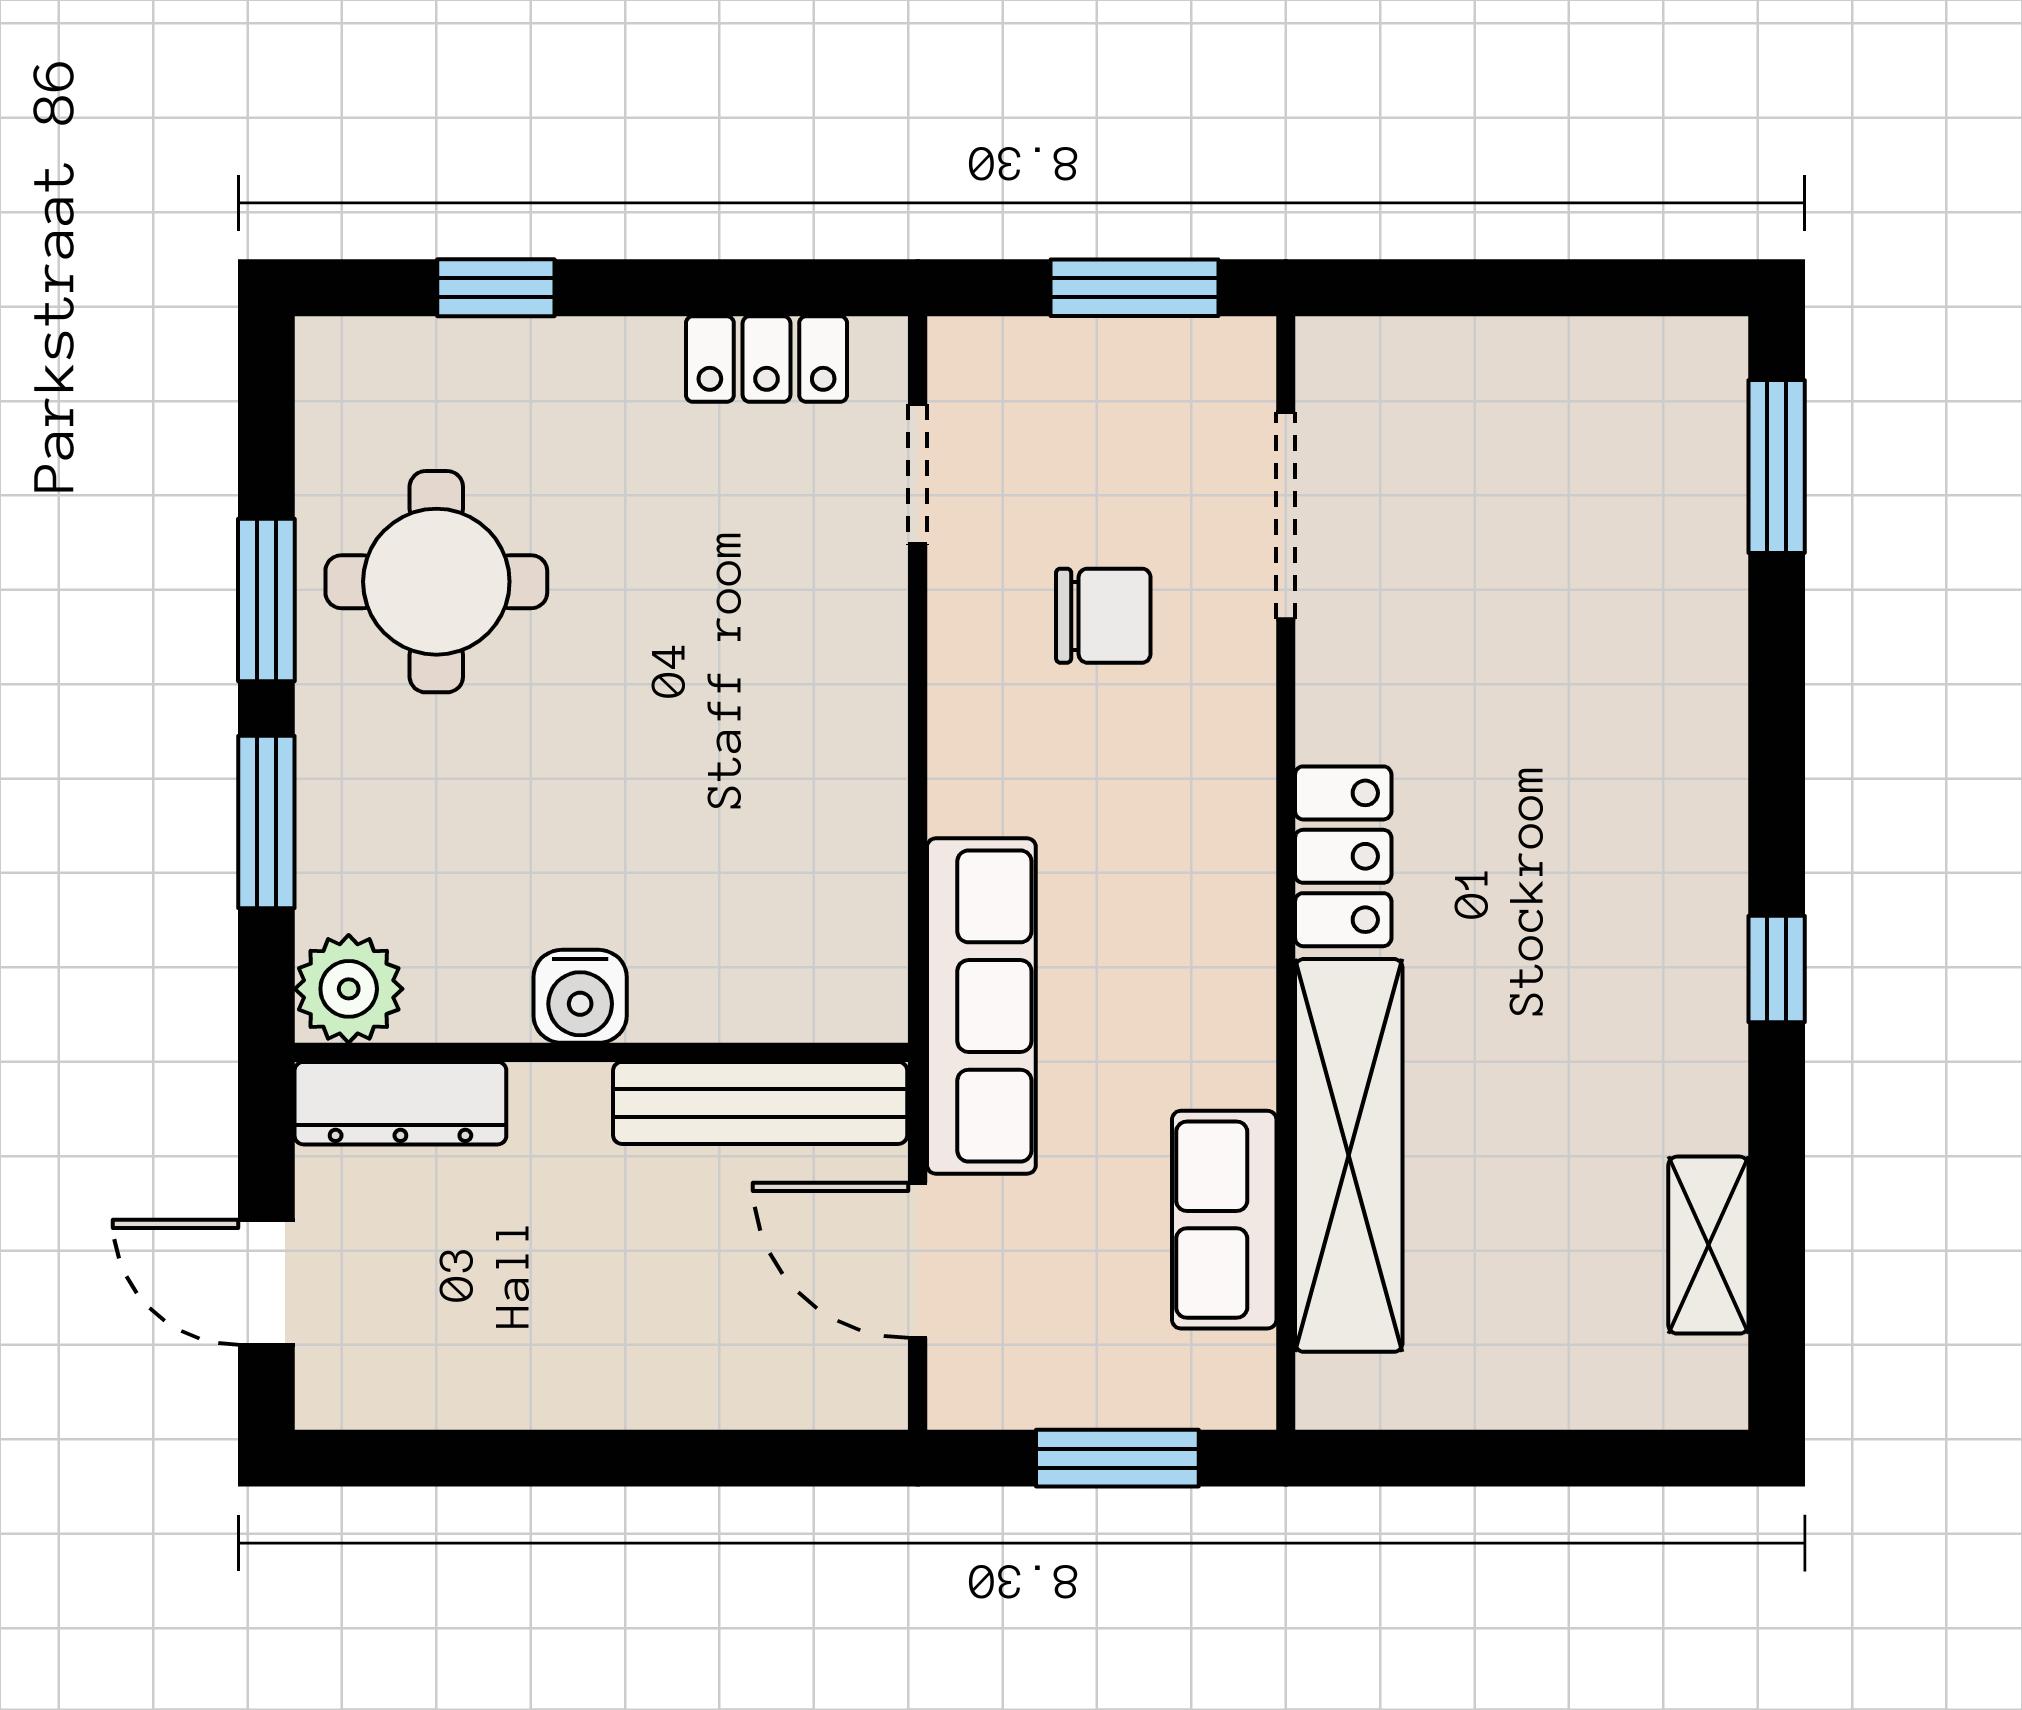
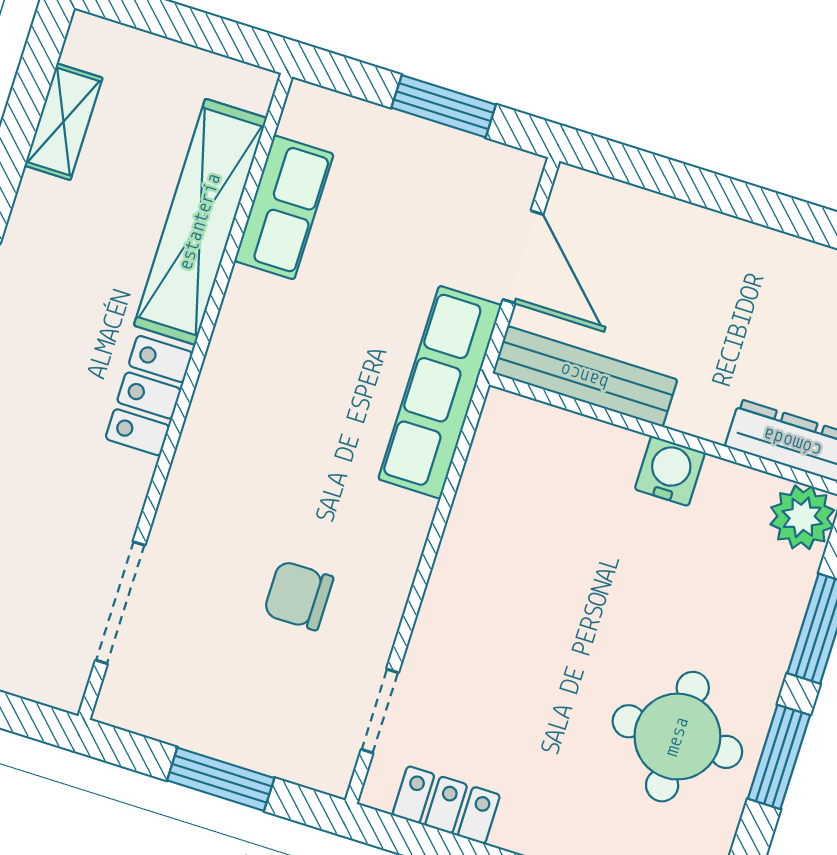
doorway: (1286, 516) -> (120, 603), moved
locker: (1343, 856) -> (149, 396), moved
wall: (1286, 873) -> (185, 396), moved
shelving: (1349, 1155) -> (200, 222), moved
row of seats: (1224, 1220) -> (284, 207), moved

